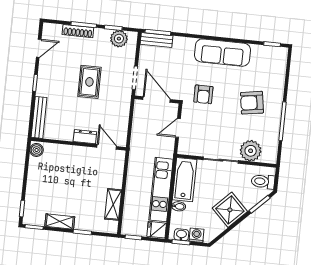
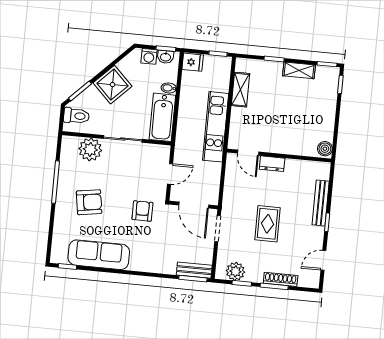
sofa: (222, 53) -> (99, 255), moved
bench: (39, 117) -> (321, 203), moved
kitchen unit: (161, 190) -> (216, 127), moved, turned 180

